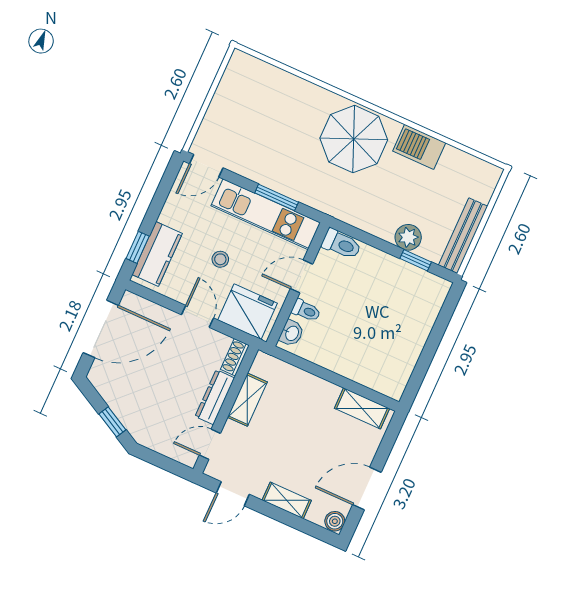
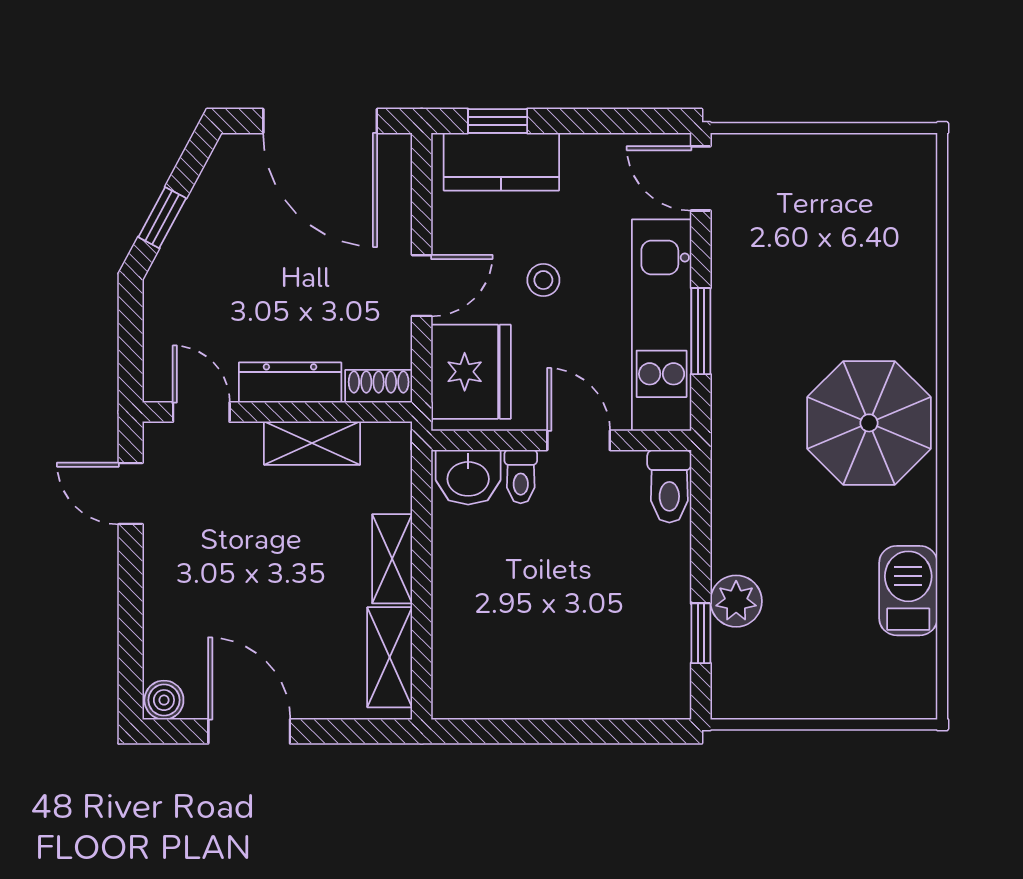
barbecue: (419, 147) -> (908, 591), moved
bench: (463, 236) -> (784, 699), removed
washbasin: (292, 333) -> (468, 477), width x1.38, depth x1.45
shelving: (287, 500) -> (392, 559), moved

